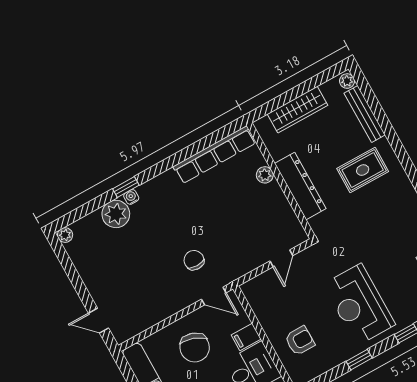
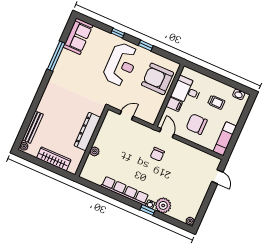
row of seats: (215, 155) -> (125, 191), moved
rug: (363, 170) -> (59, 109), removed
armchair: (300, 341) -> (158, 79), width x1.88, depth x1.88
chair: (195, 347) -> (197, 124), turned -109

